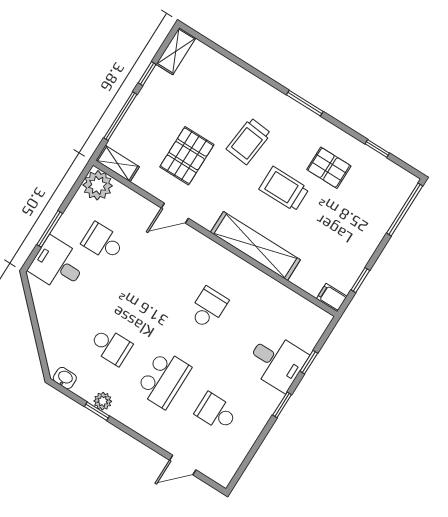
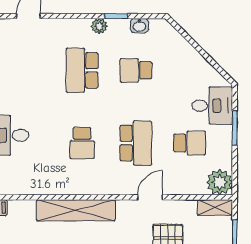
washbasin: (65, 378) -> (139, 26), moved
plant: (103, 401) -> (99, 26), moved
school desk: (216, 412) -> (136, 143), moved, width x1.85

